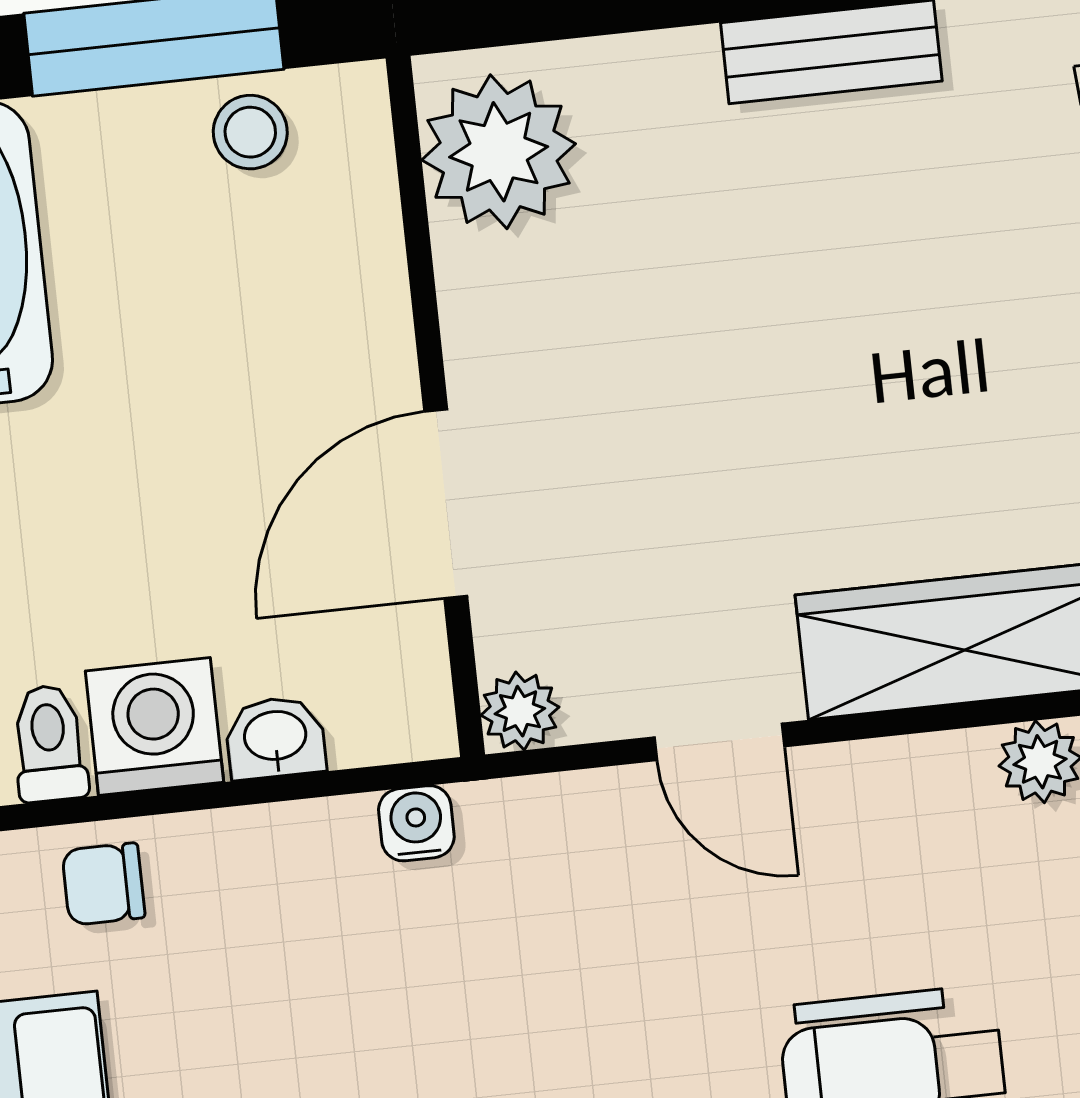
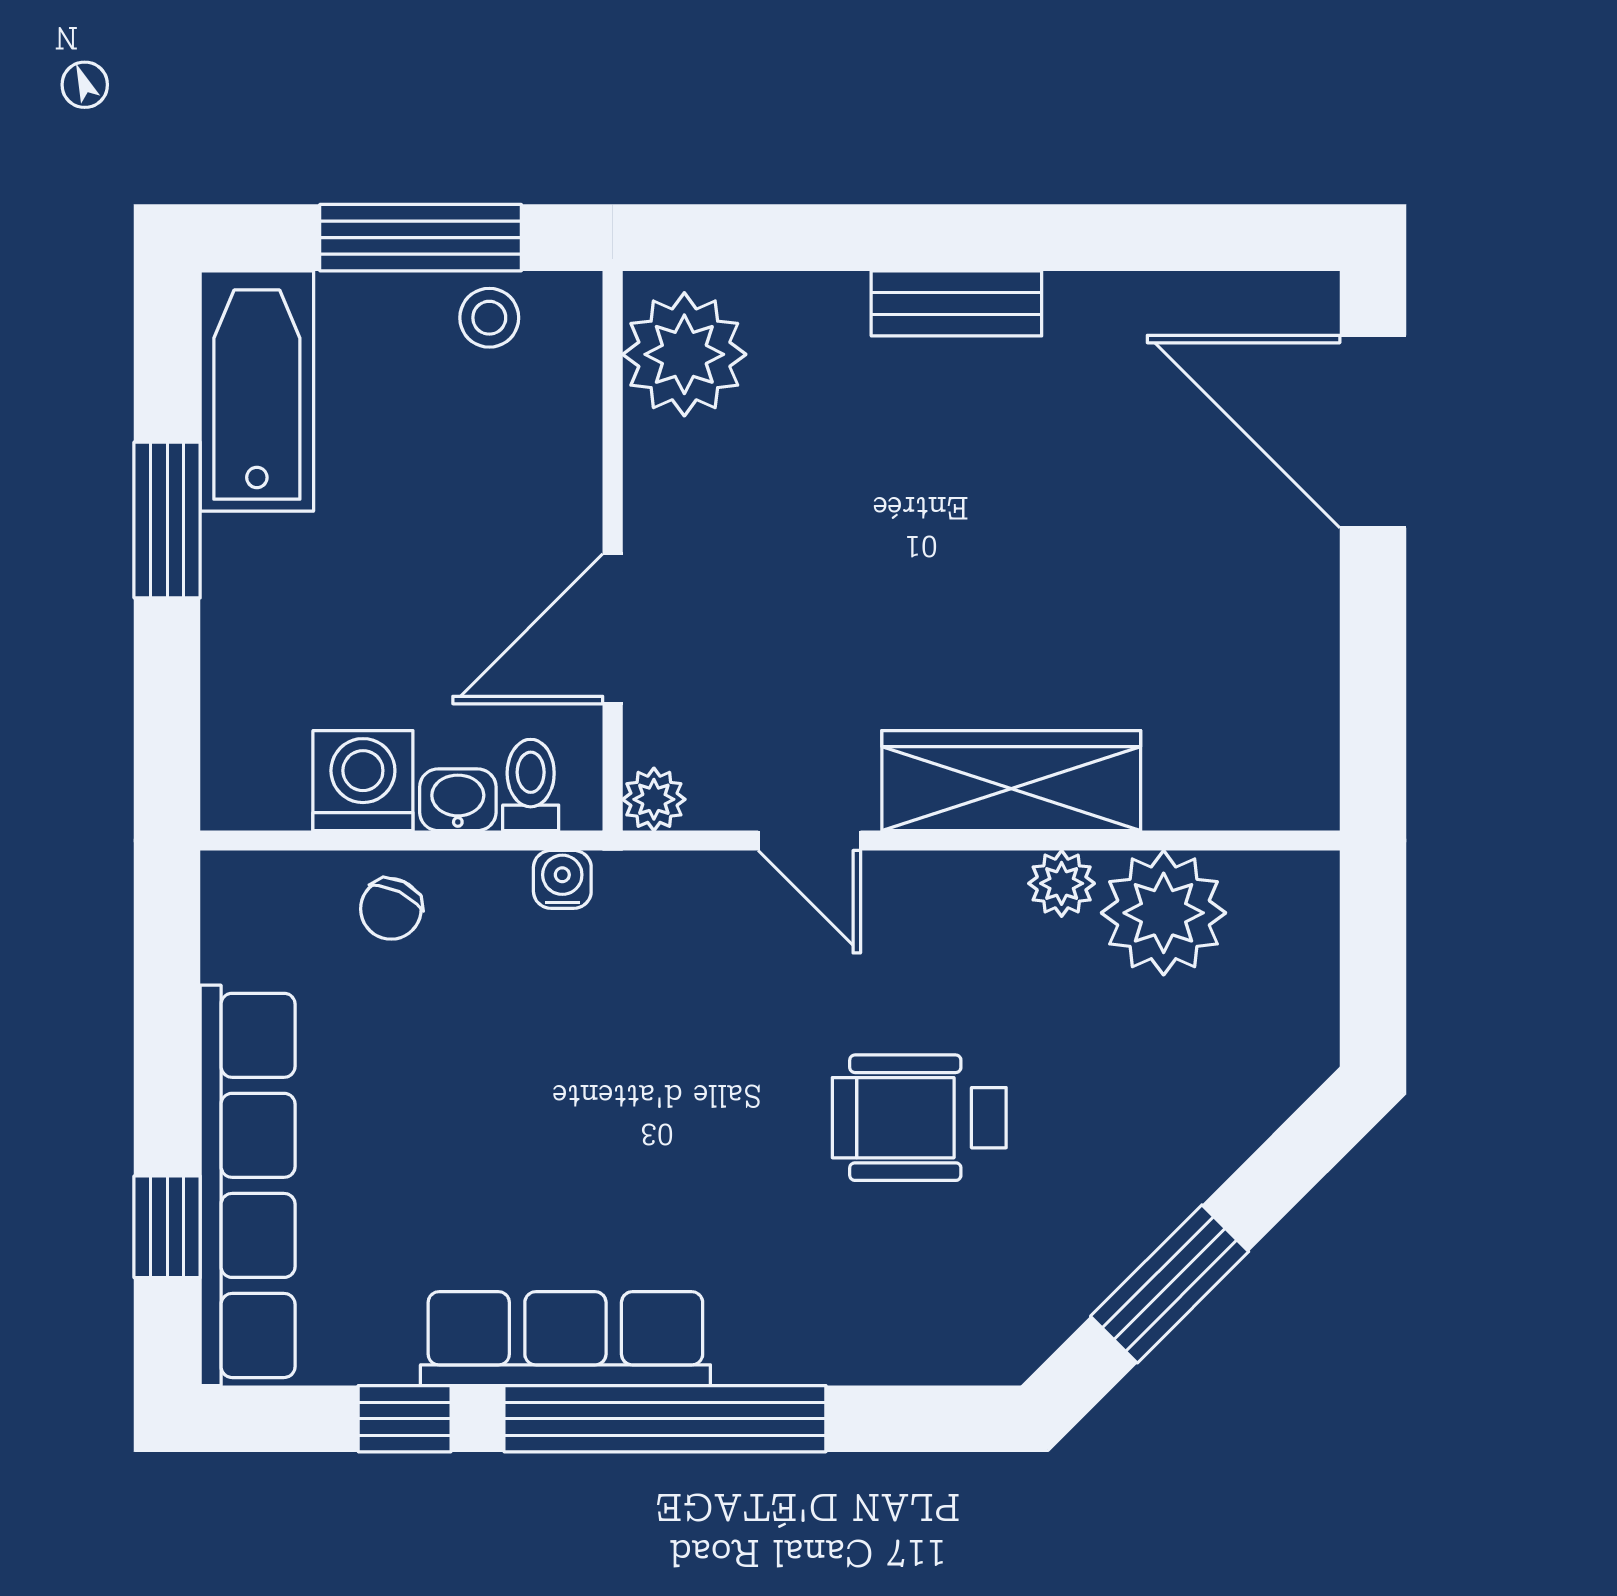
toilet: (49, 743) -> (531, 785), moved
chair: (103, 884) -> (391, 909), moved, turned -64

